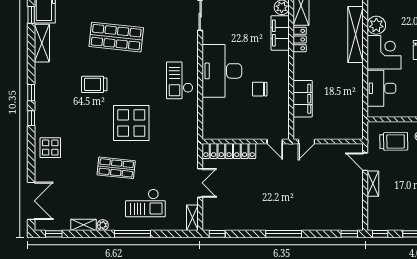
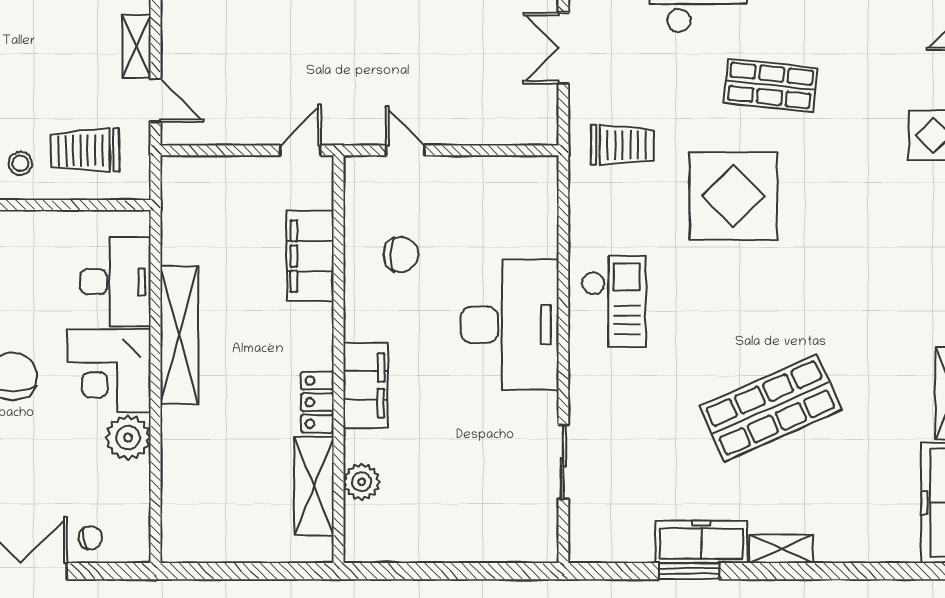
filing cabinet: (280, 33) -> (366, 385), moved
shelving: (356, 35) -> (179, 335), moved
shop shelf: (116, 37) -> (771, 408), turned -30
trolley: (94, 84) -> (622, 145), moved
chair: (260, 89) -> (401, 255), moved
door: (275, 141) -> (405, 150), moved
locker: (229, 151) -> (492, 127), removed

